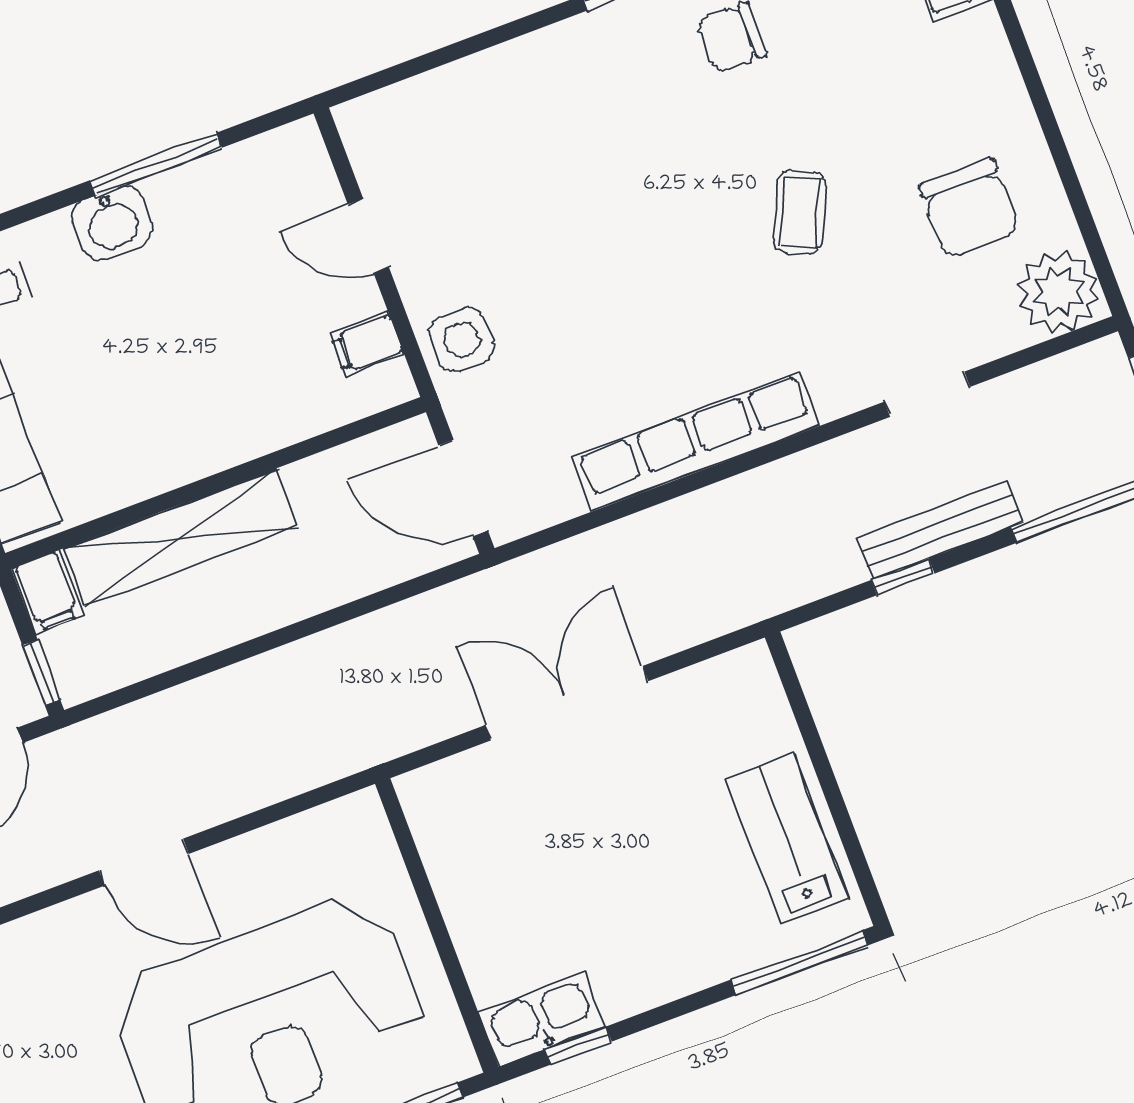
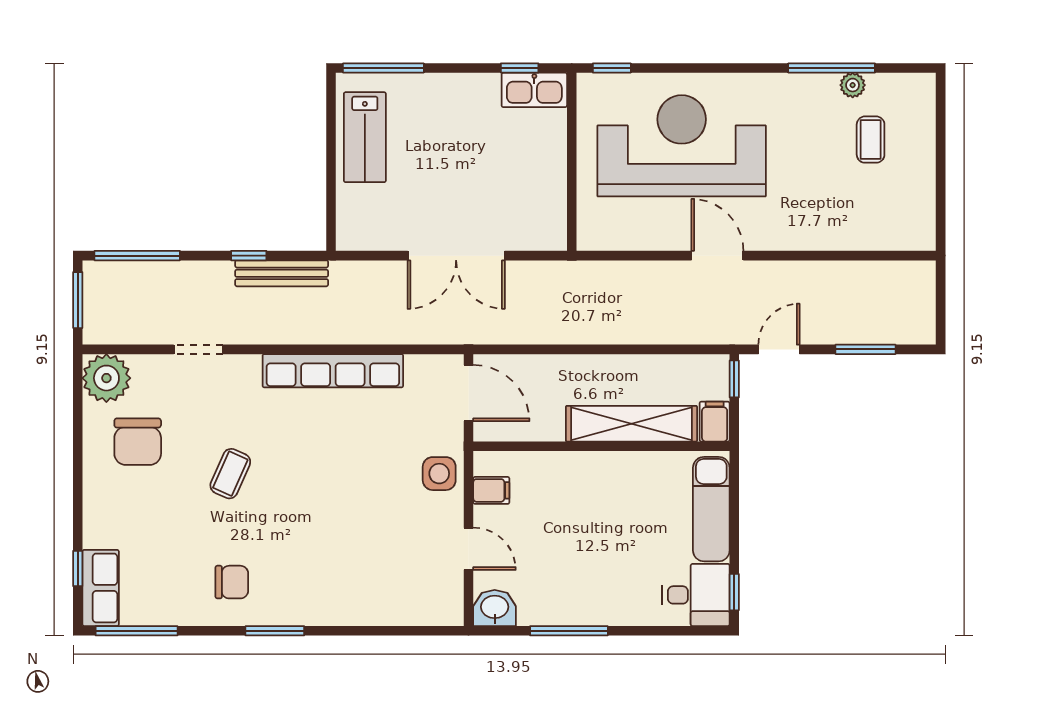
chair: (969, 208) -> (138, 442), turned 180
washbasin: (112, 223) -> (495, 608), moved
bench: (940, 530) -> (282, 273), moved

